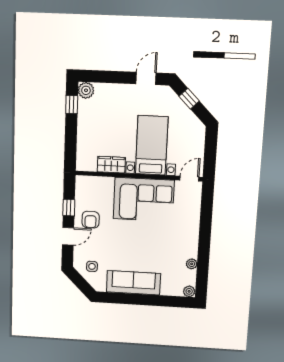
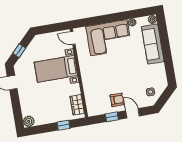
window: (72, 105) -> (64, 125), moved
wardrobe: (111, 165) -> (77, 105), moved
corner sofa: (144, 200) -> (109, 38), moved, turned 90
sofa: (133, 283) -> (153, 44), moved

